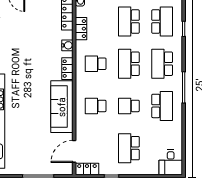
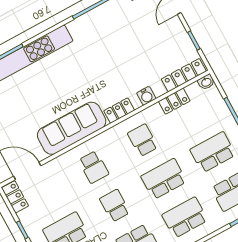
school desk: (96, 106) -> (94, 167), turned 180

